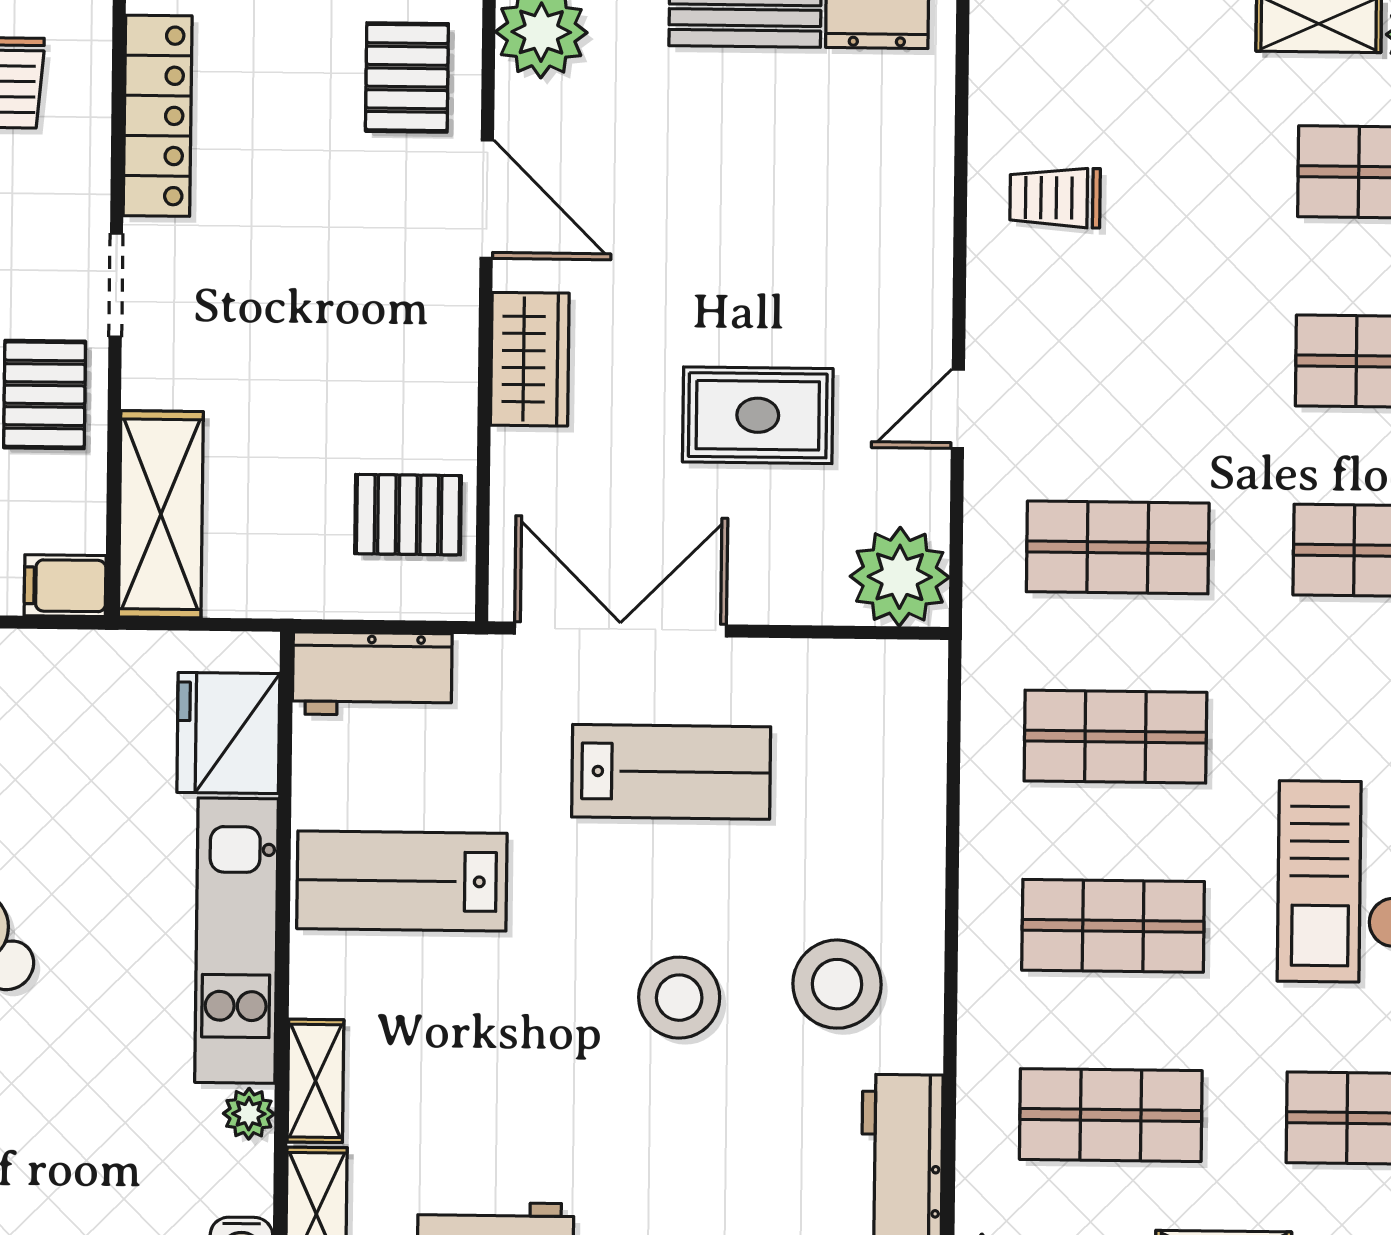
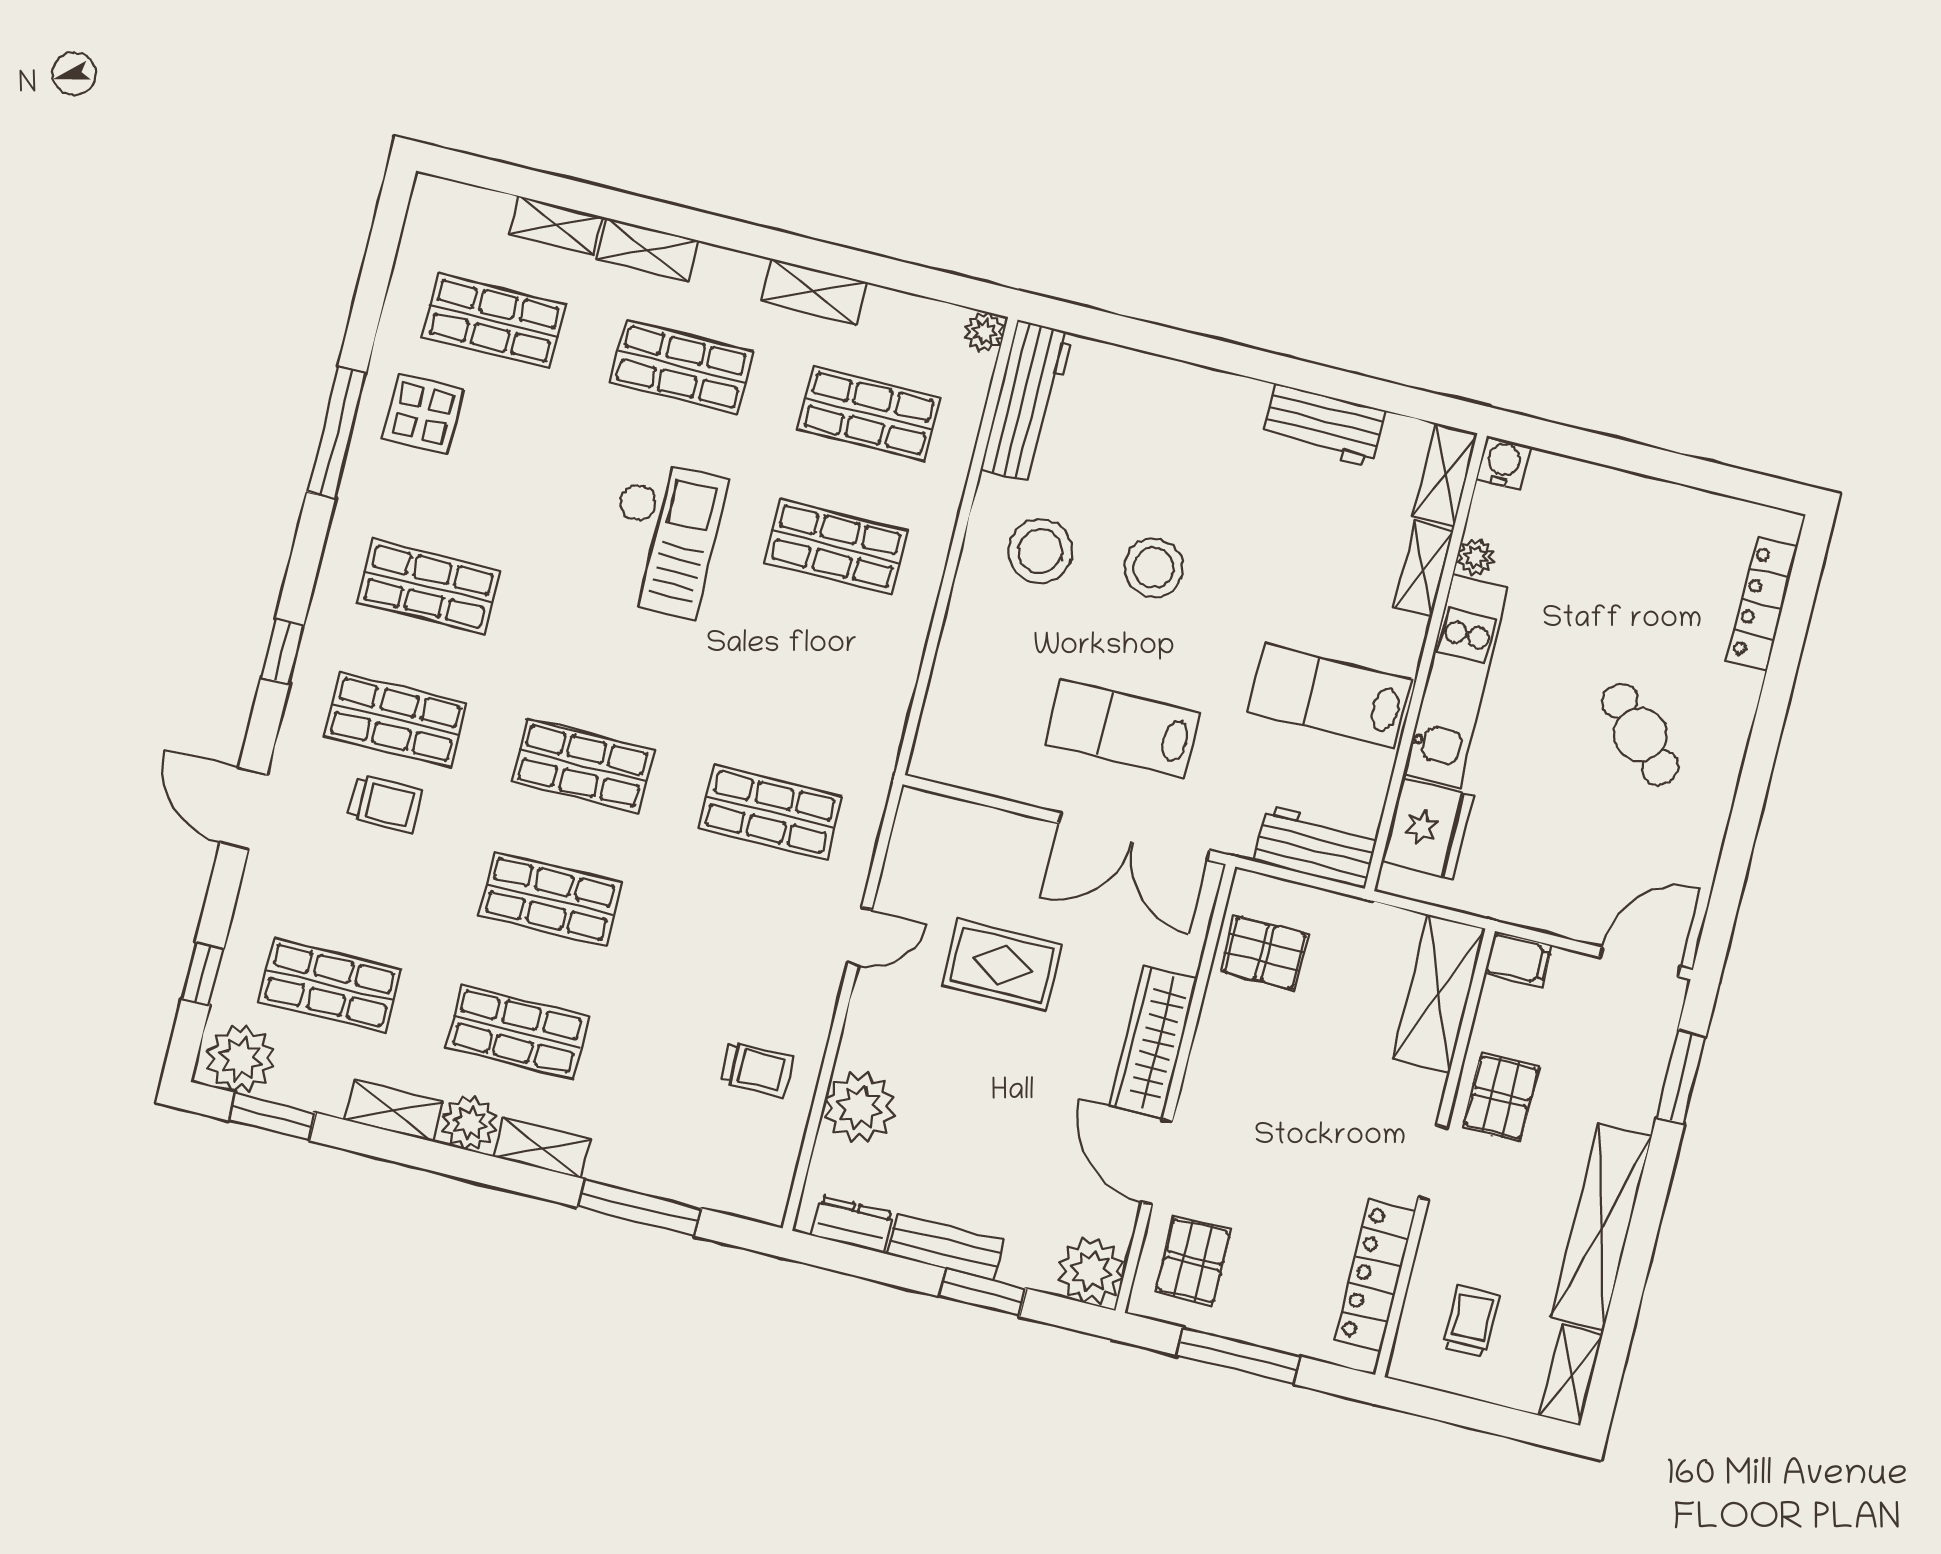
wardrobe: (530, 359) -> (1153, 1042), width x1.50
plant: (900, 577) -> (859, 1107), moved
shop shelf: (1115, 737) -> (803, 679), removed
lab bench: (402, 881) -> (1330, 696), turned 180

